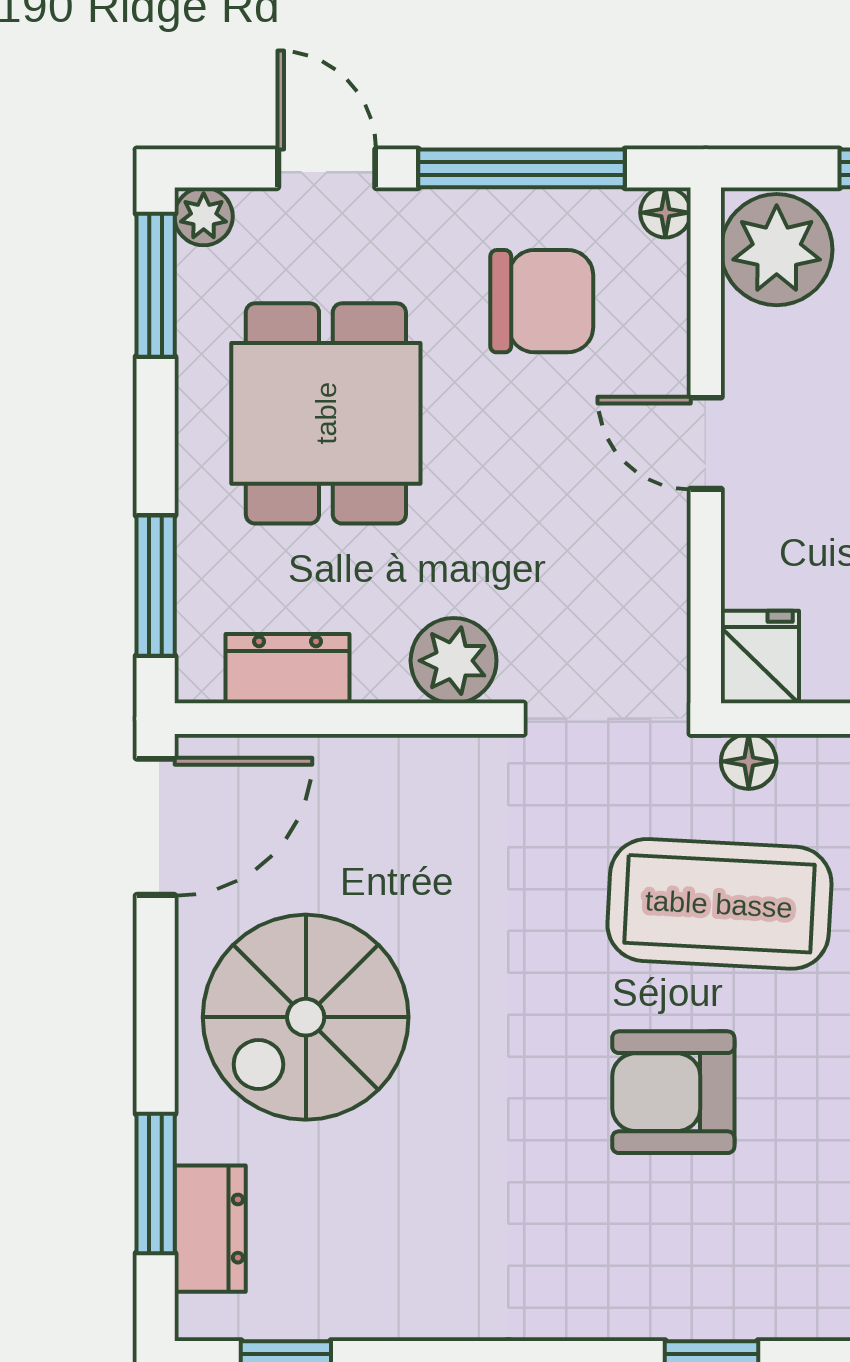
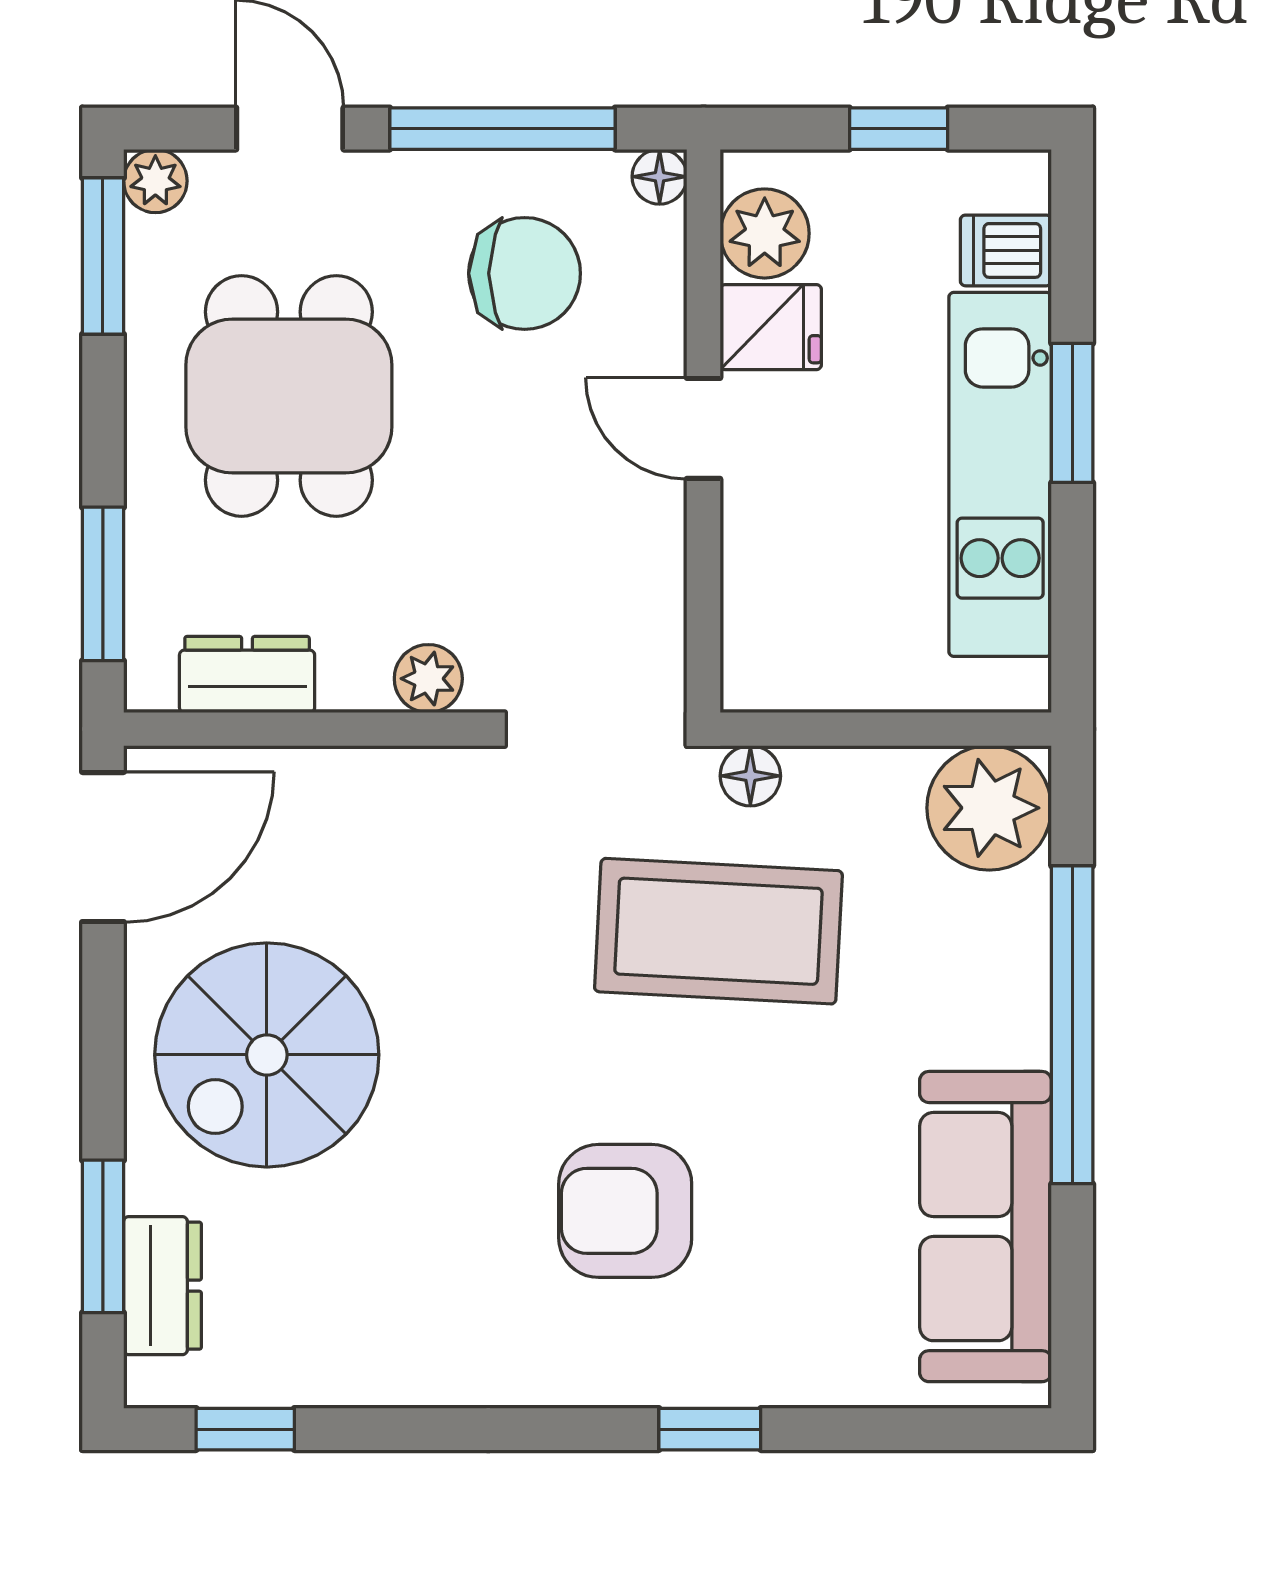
plant: (777, 250) -> (765, 233), width x0.73, depth x0.73
fridge: (760, 657) -> (771, 327), moved, turned 90
plant: (454, 661) -> (428, 679), width x0.73, depth x0.73
armchair: (673, 1092) -> (625, 1211), moved

